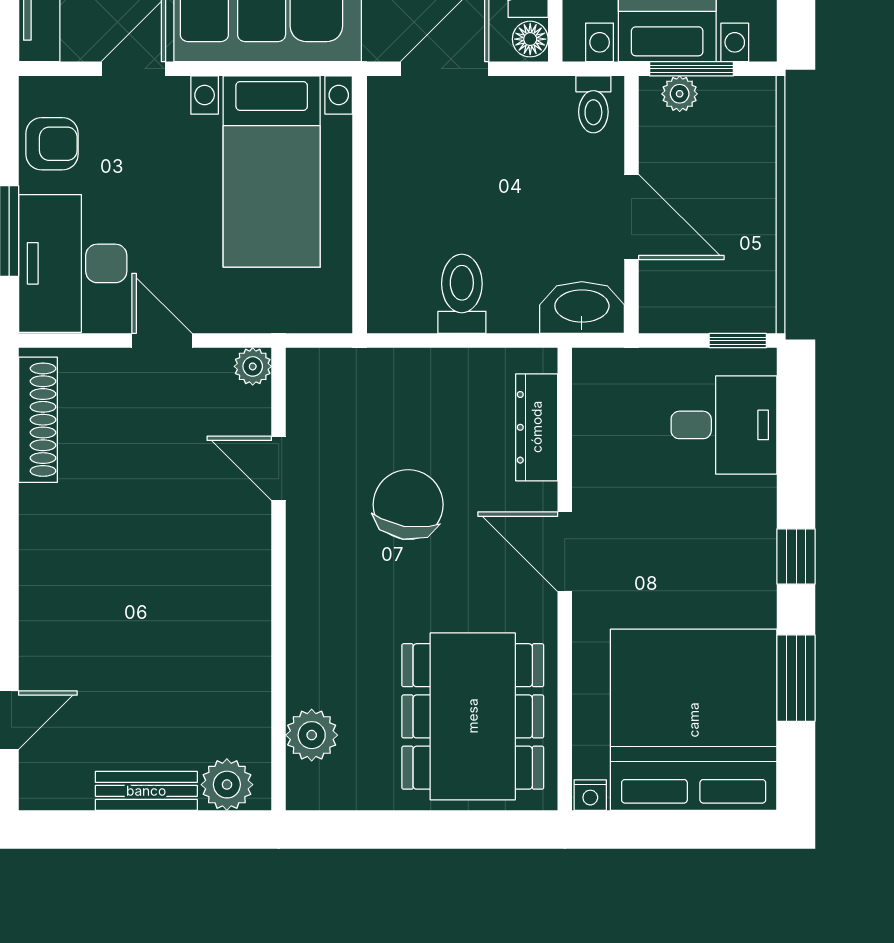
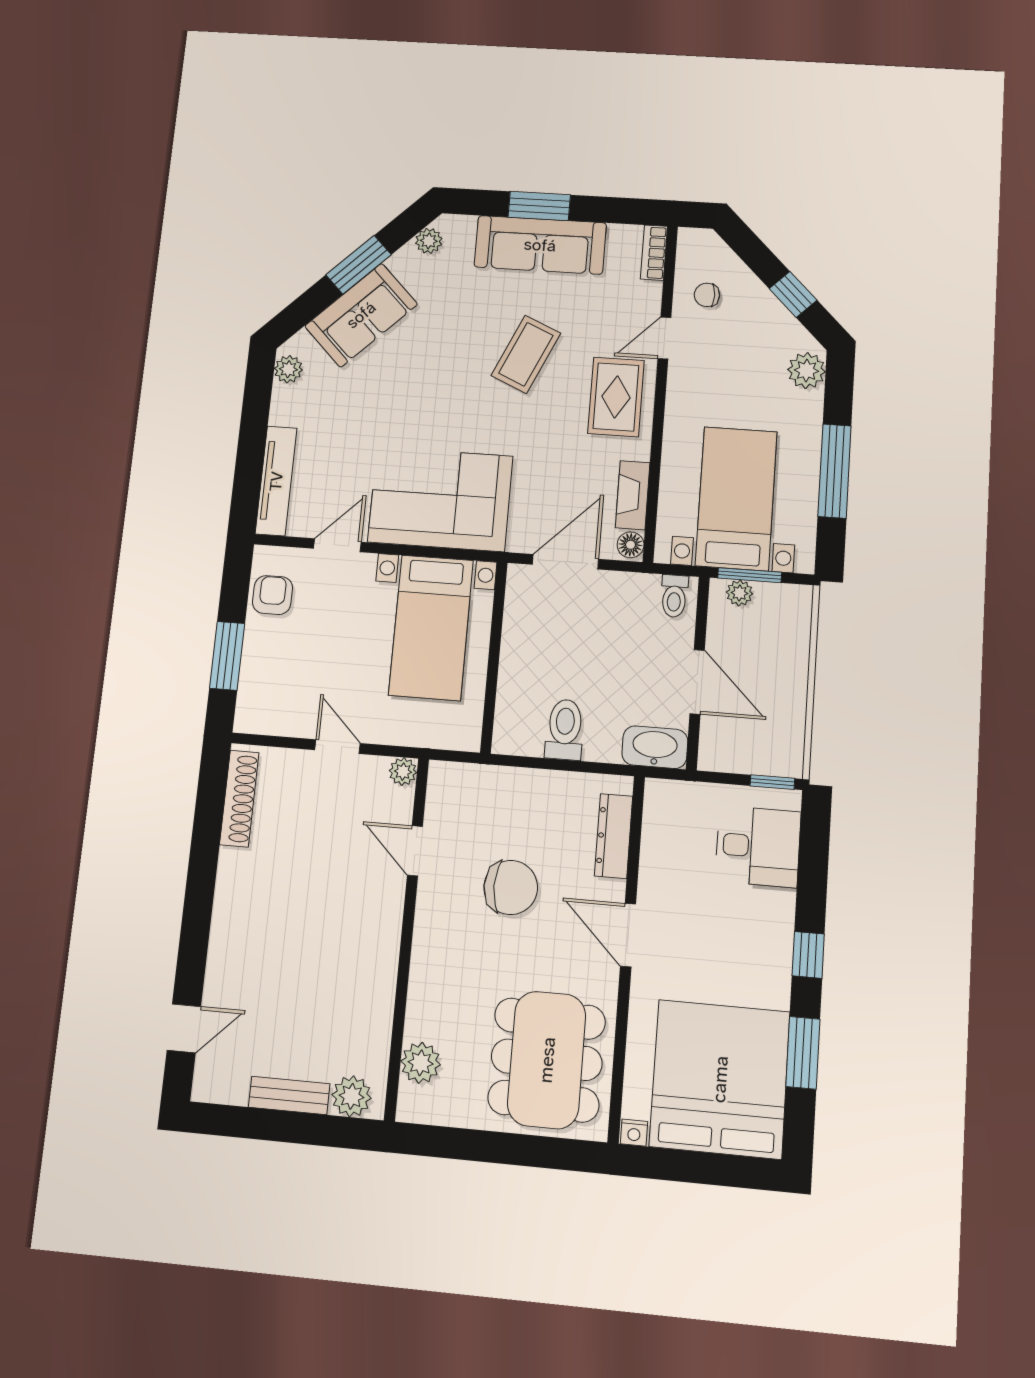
armchair: (52, 144) -> (272, 595), turned -90
desk: (73, 263) -> (278, 684), removed
chair: (408, 505) -> (511, 887), turned 81

